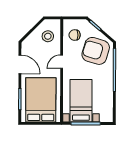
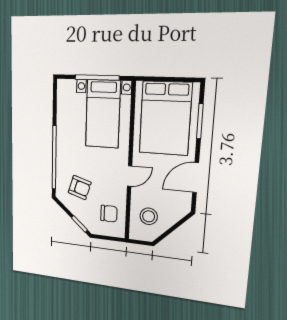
armchair: (96, 51) -> (80, 187), width x0.53, depth x0.53
door: (20, 64) -> (196, 178), hinge flipped

